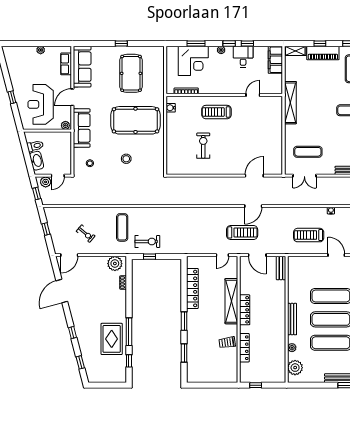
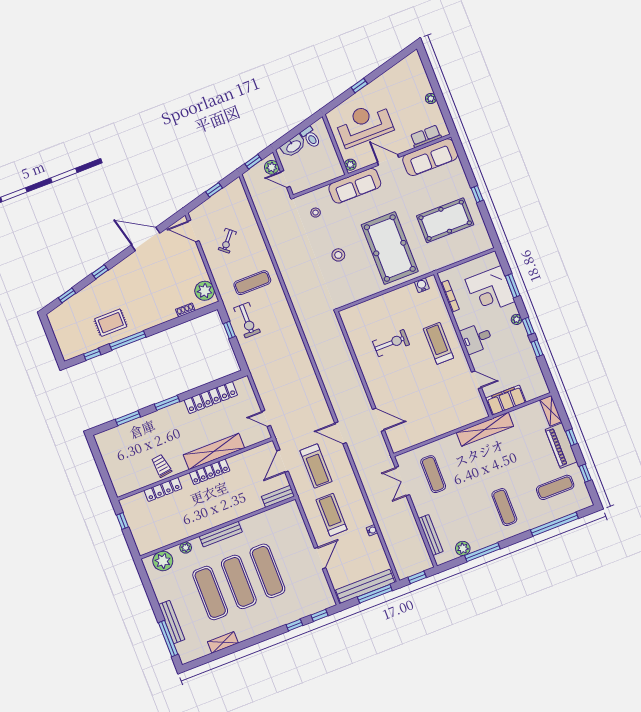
desk: (243, 57) -> (477, 338), moved, turned 180
filing cabinet: (275, 60) -> (506, 400), moved
treadmill: (242, 232) -> (316, 466), moved
rug: (112, 339) -> (111, 323), width x0.73, depth x0.70

